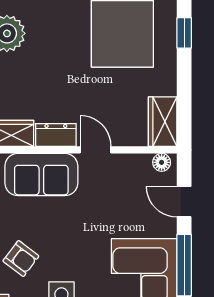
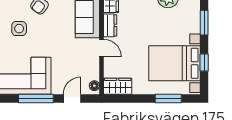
window: (184, 33) -> (168, 99), width x1.50
door: (95, 150) -> (101, 48), hinge flipped

